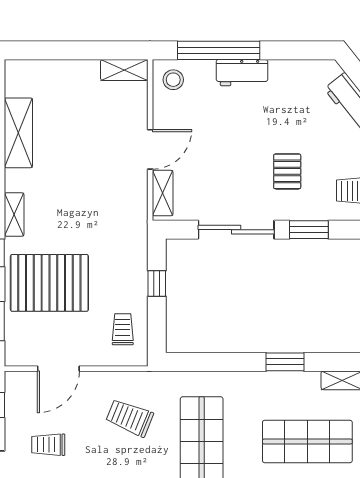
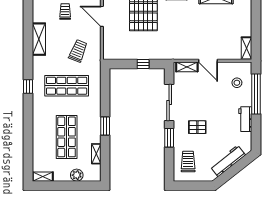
workbench: (242, 73) -> (245, 119), moved
stool: (173, 80) -> (237, 83), moved
trolley: (123, 329) -> (121, 48), removed

